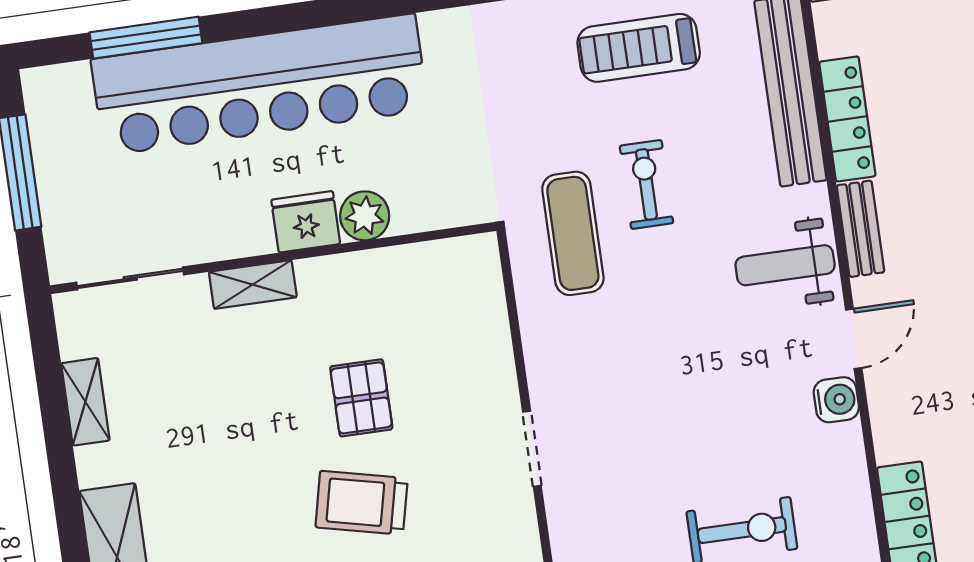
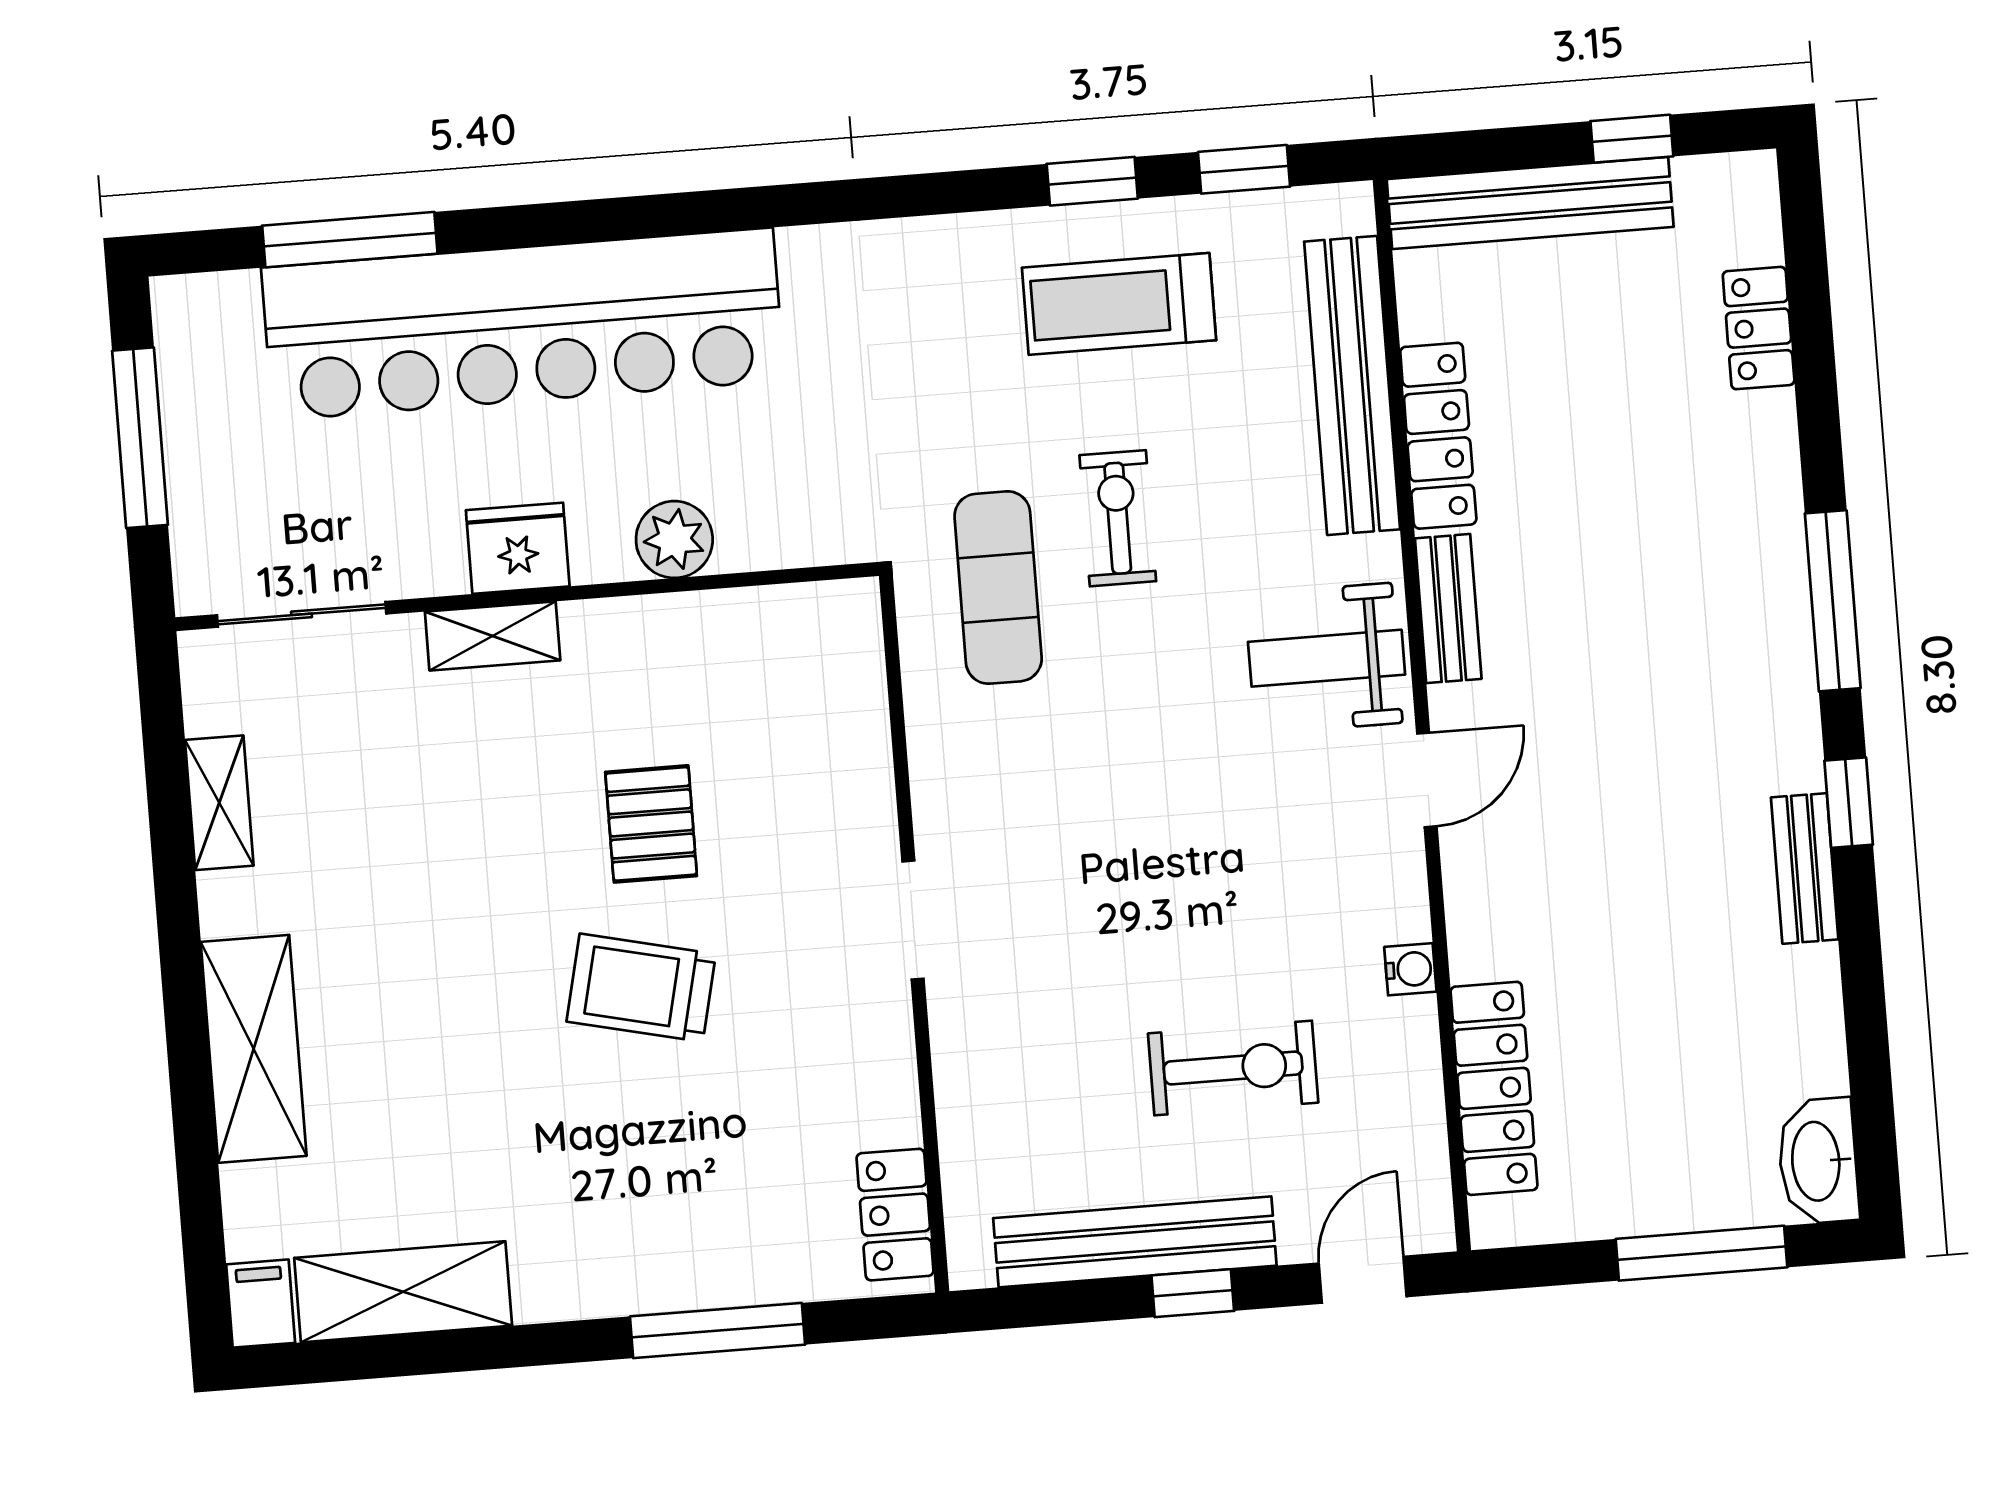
fridge: (306, 222) -> (518, 548), moved
water cooler: (836, 400) -> (1410, 969), moved, width x0.72, depth x0.72

